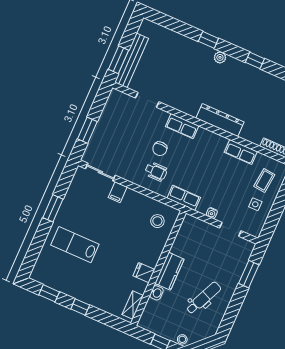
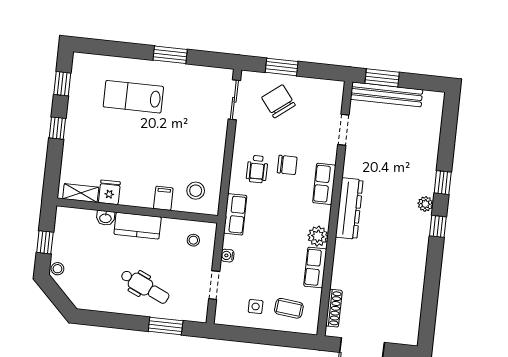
window: (255, 60) -> (438, 226), moved
dresser: (220, 120) -> (349, 208), moved
chair: (112, 140) -> (278, 101), added
plant: (219, 143) -> (318, 236), added
chair: (160, 149) -> (287, 165), turned 180
filing cabinet: (118, 192) -> (163, 198), moved, turned 90
stool: (193, 234) -> (193, 240), added
lab bench: (75, 245) -> (133, 97), turned -90
fridge: (144, 273) -> (109, 192), moved
dental chair: (204, 298) -> (145, 287), moved

